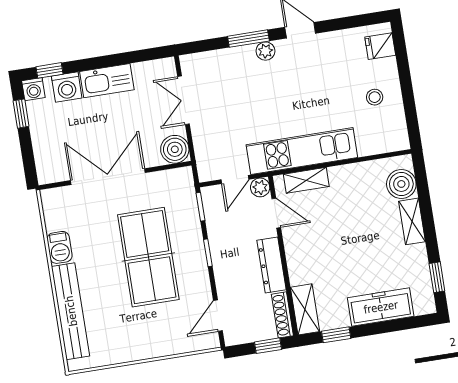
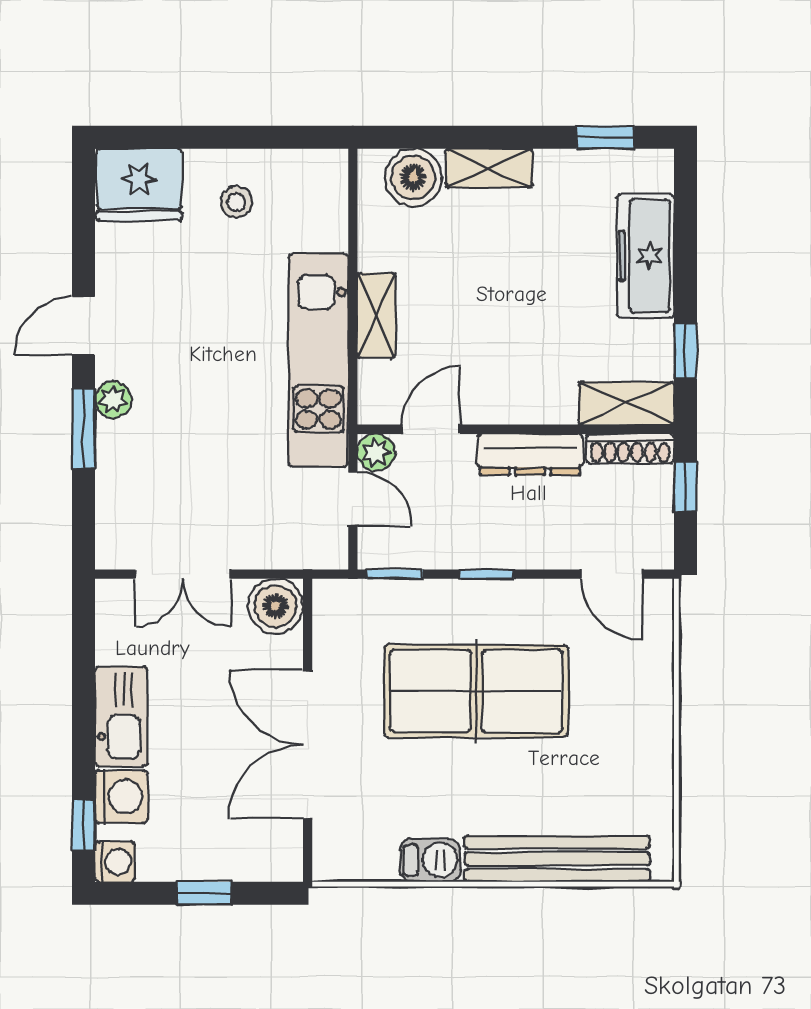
fridge: (380, 46) -> (139, 185), width x1.88, depth x1.34
window: (21, 114) -> (204, 893), moved
shelving: (306, 180) -> (377, 316), moved

